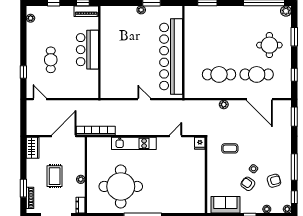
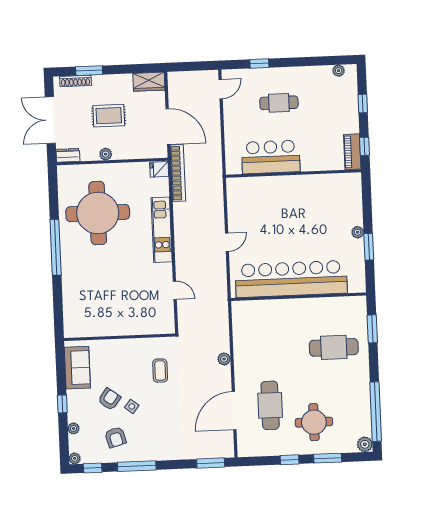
bar counter: (87, 50) -> (271, 157), moved
cafe table: (219, 74) -> (334, 347), moved, turned 90
window: (294, 75) -> (290, 460), moved
fridge: (200, 143) -> (159, 169), moved

